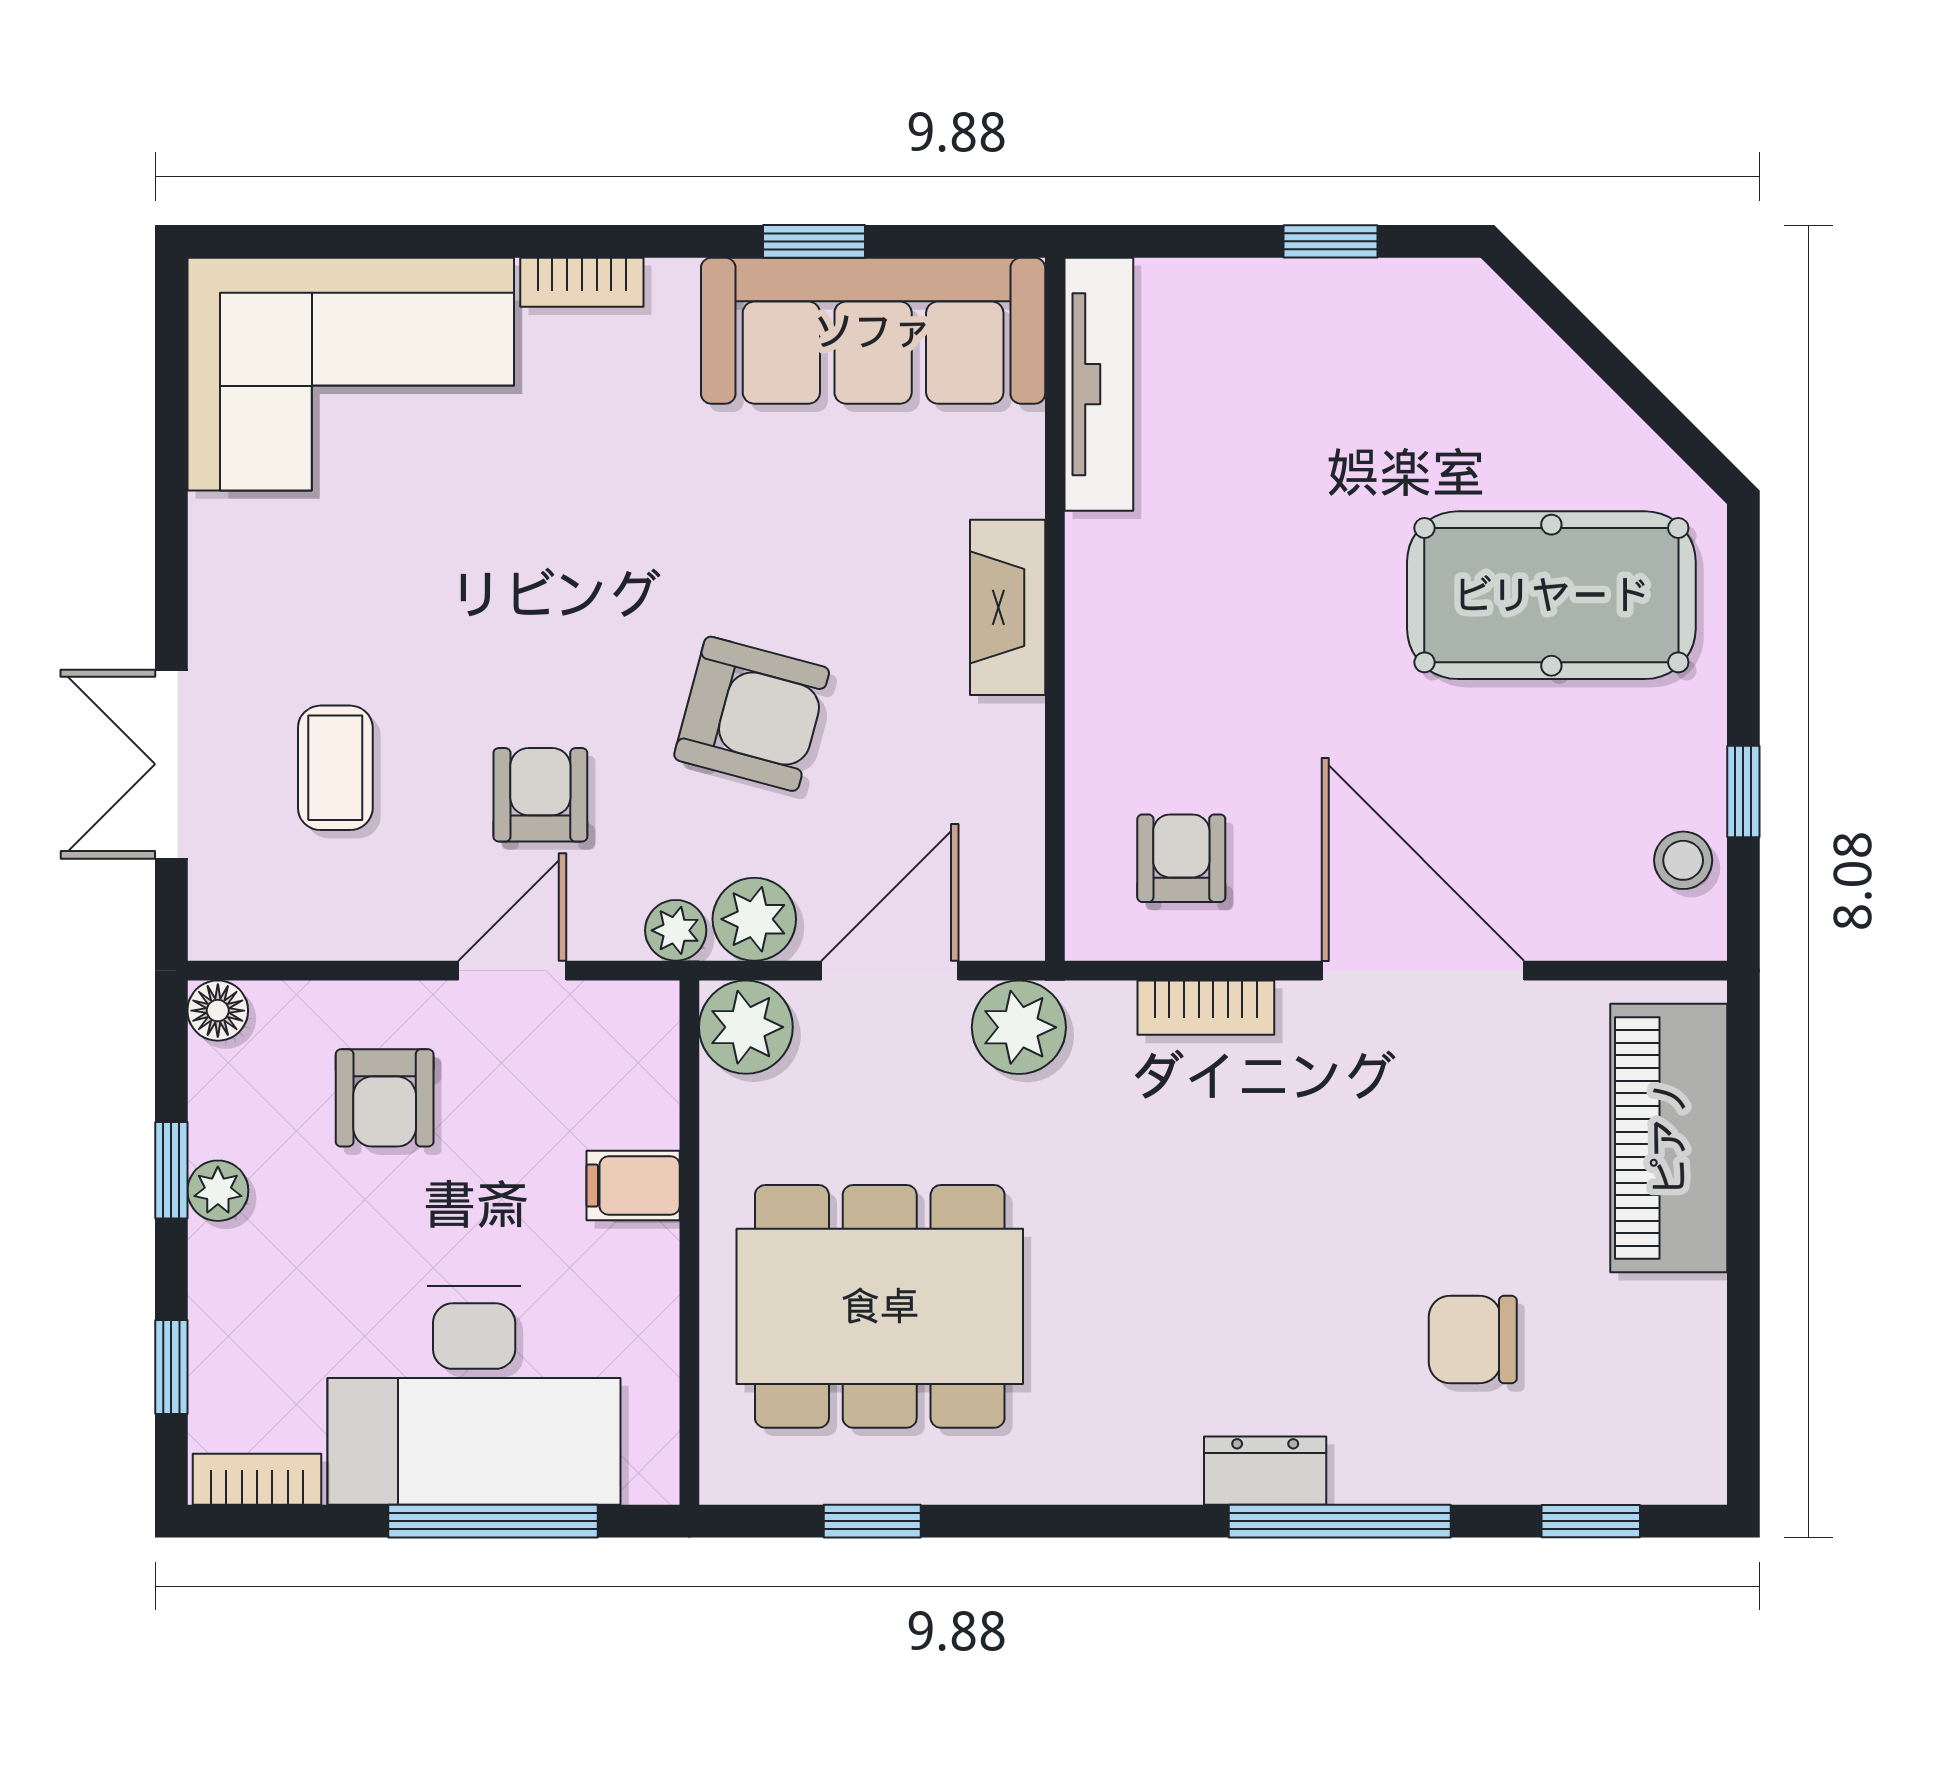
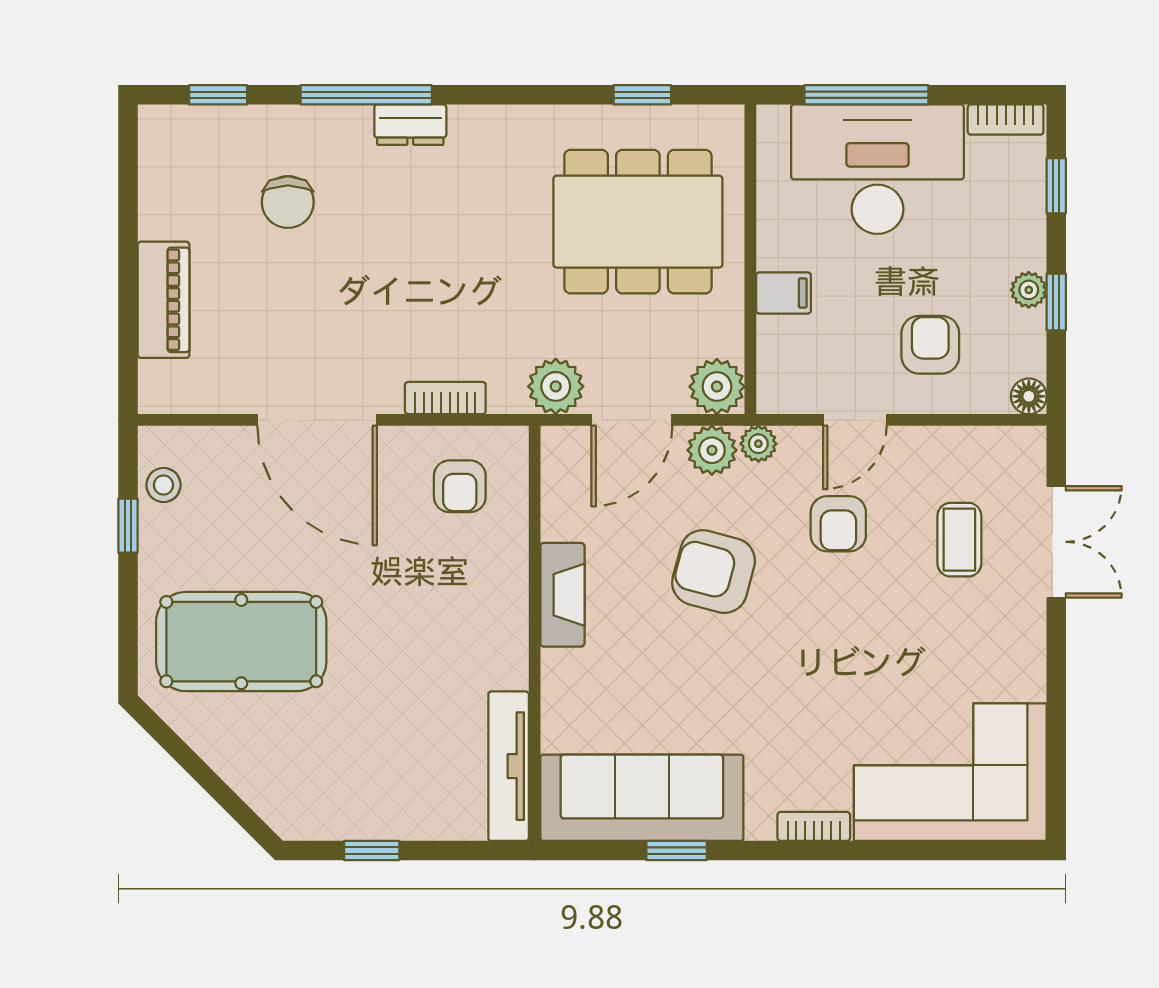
fireplace: (1008, 607) -> (562, 595), moved
piano: (1669, 1138) -> (163, 300), width x0.73, depth x0.75
chair: (1473, 1339) -> (288, 202), turned 90

